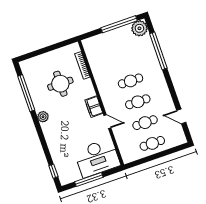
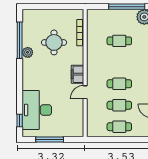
cafe table: (131, 81) -> (119, 41), moved
plant: (43, 117) -> (28, 52), moved
door: (107, 122) -> (85, 92), swing flipped
desk: (97, 158) -> (37, 110), moved, turned 90

